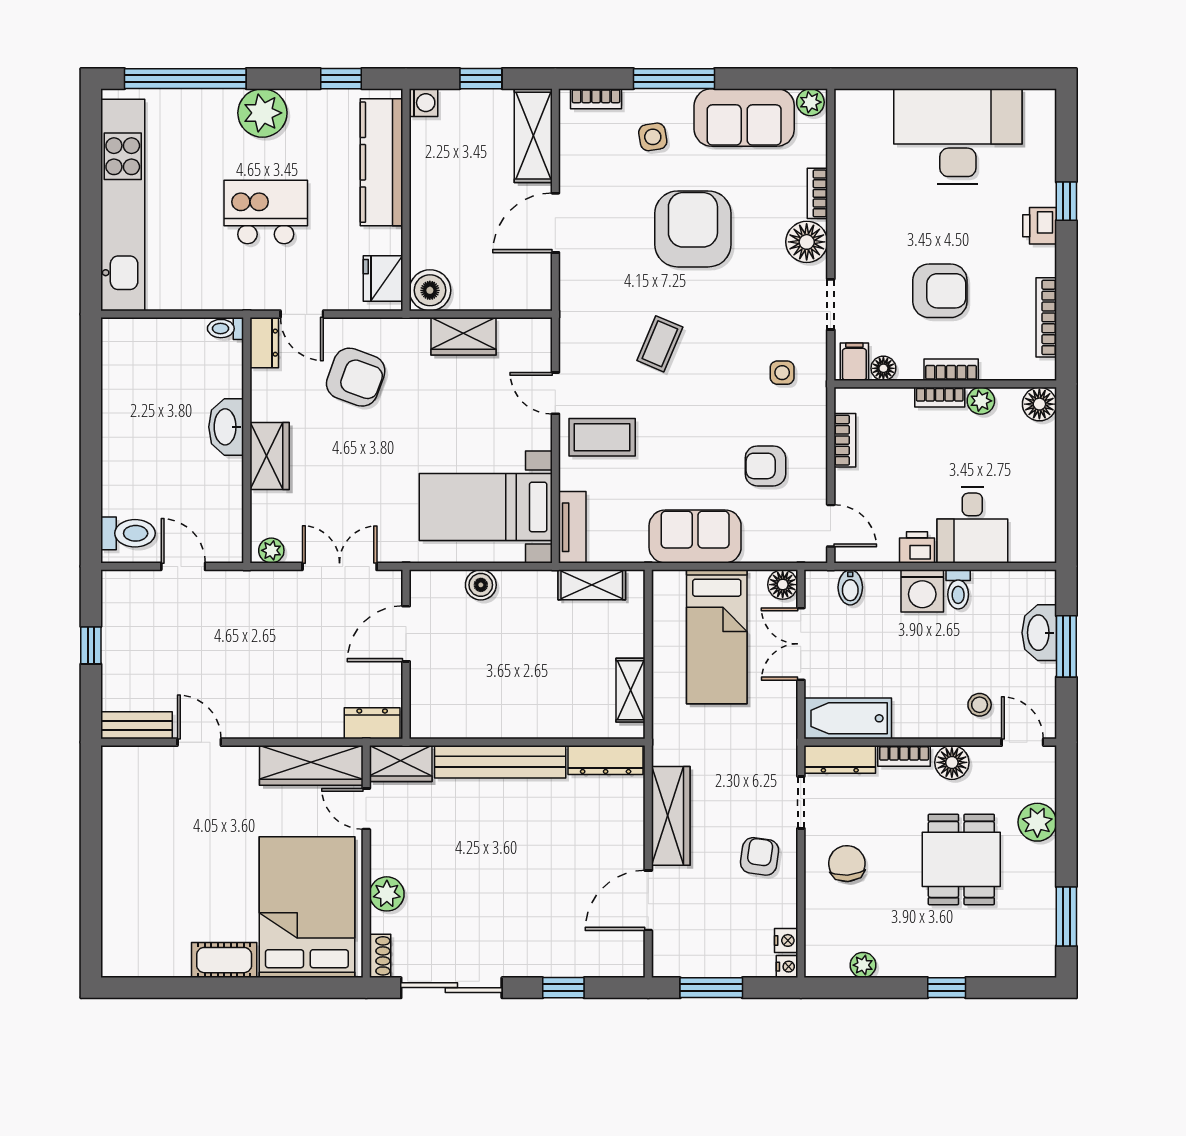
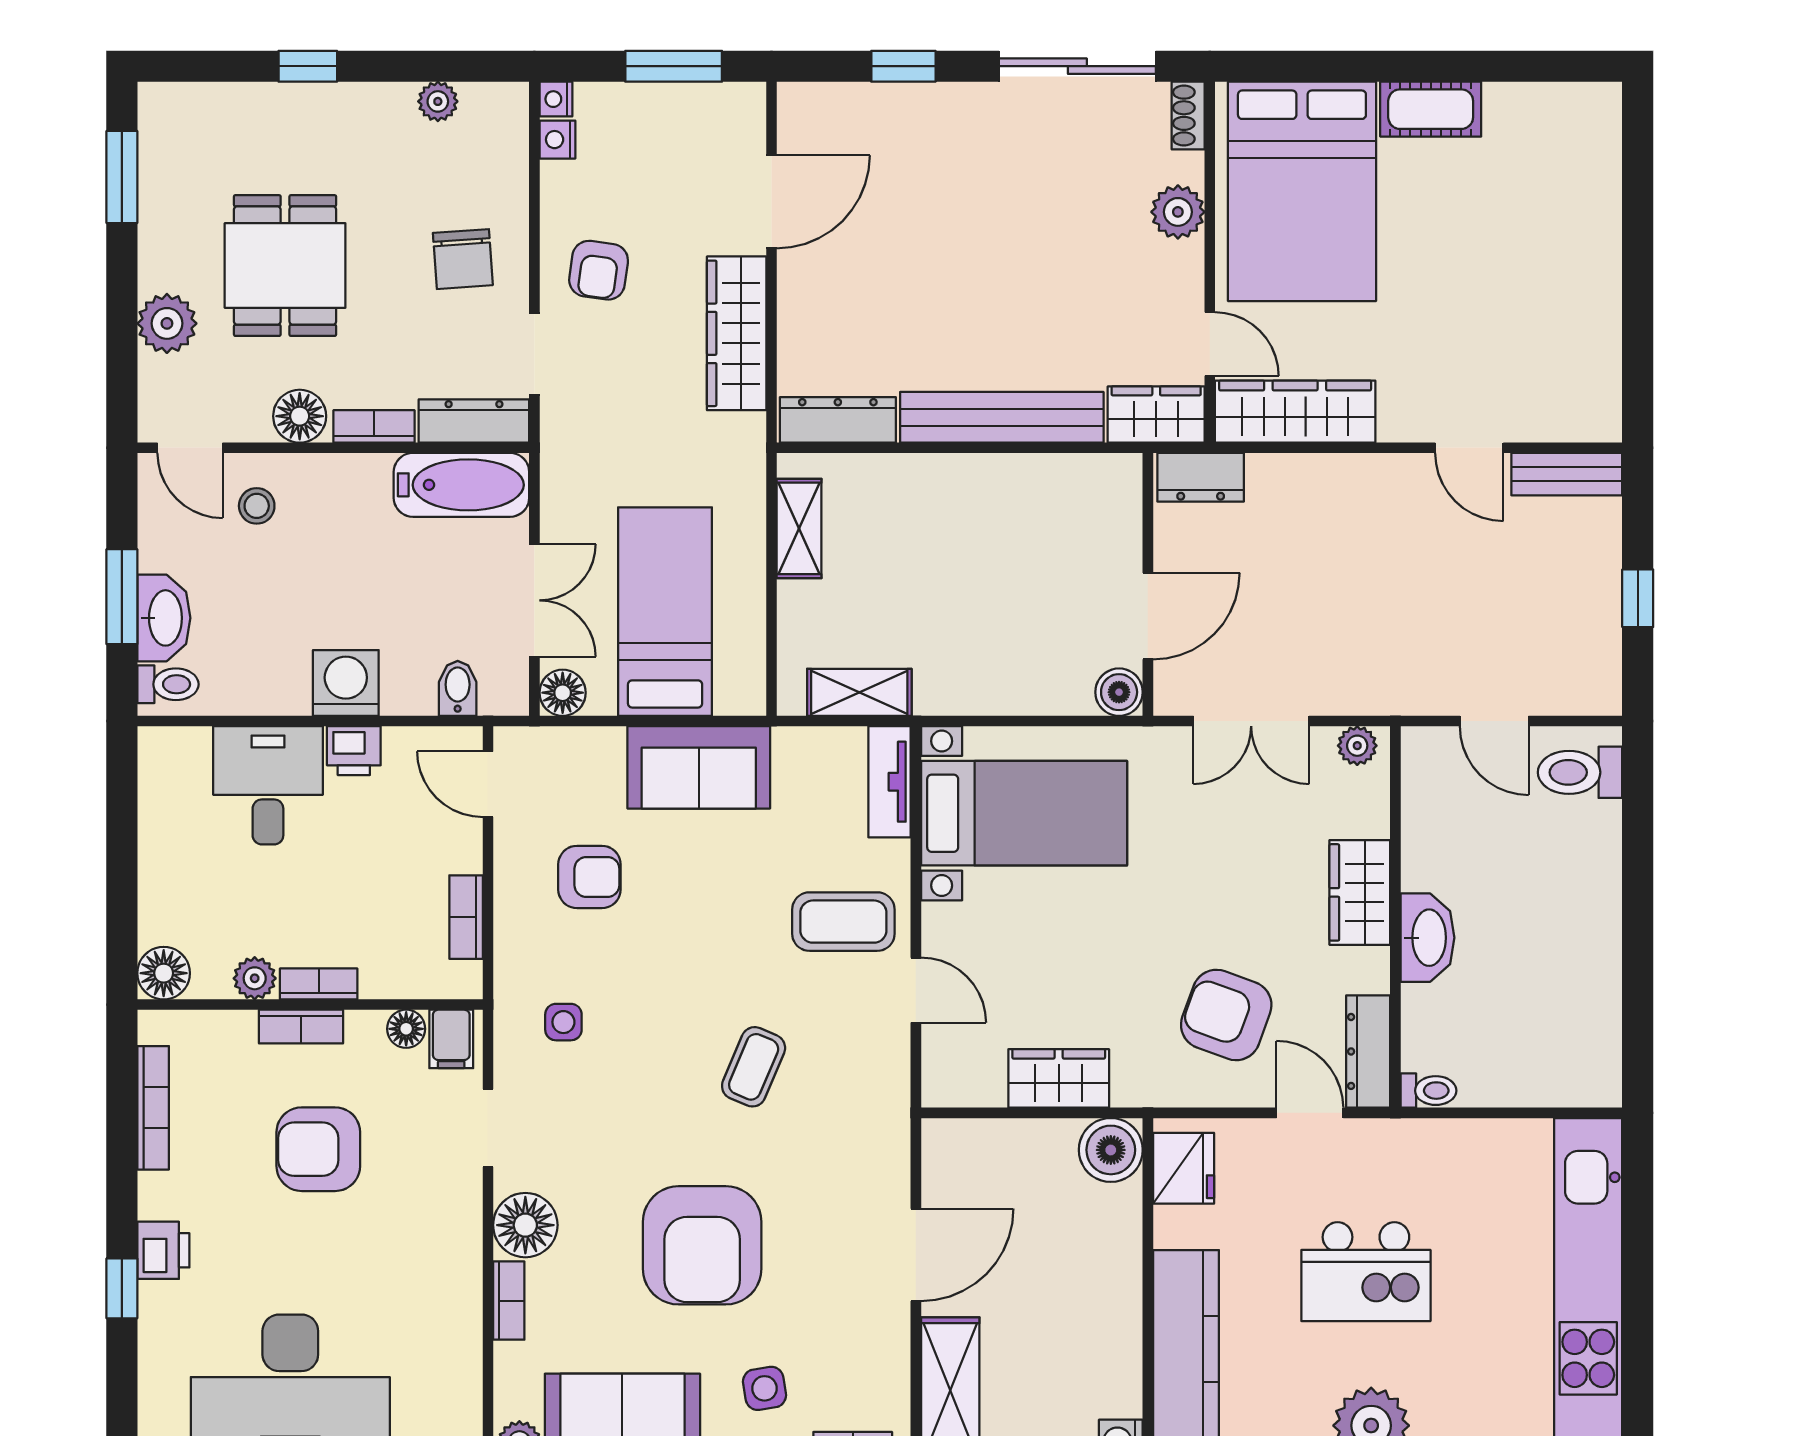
dresser: (264, 343) -> (1368, 1051), width x1.44
boiler: (481, 585) -> (1119, 692), moved
toilet: (958, 589) -> (168, 684), moved, turned 90

